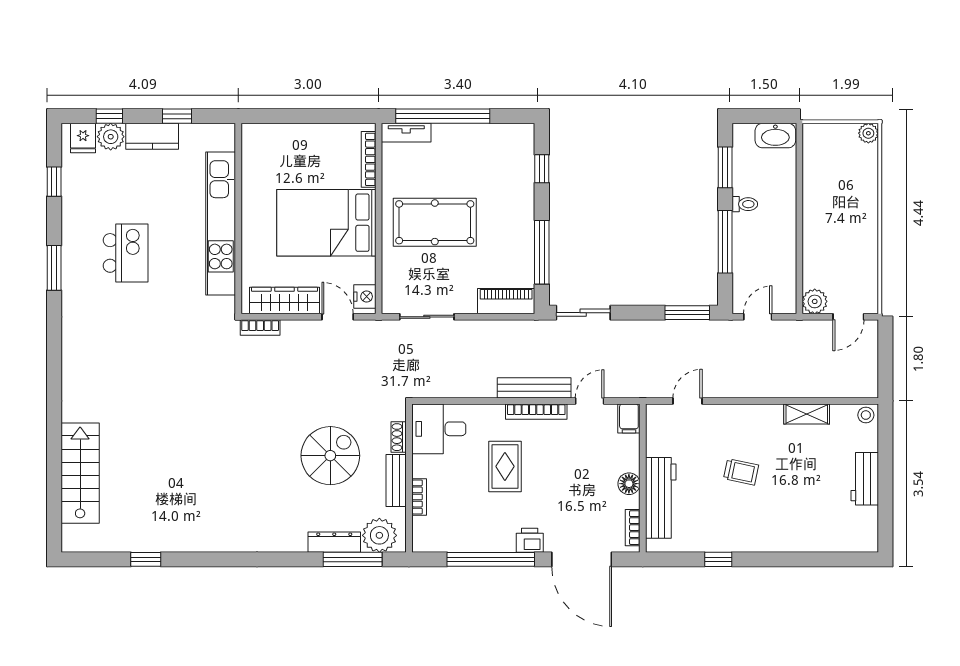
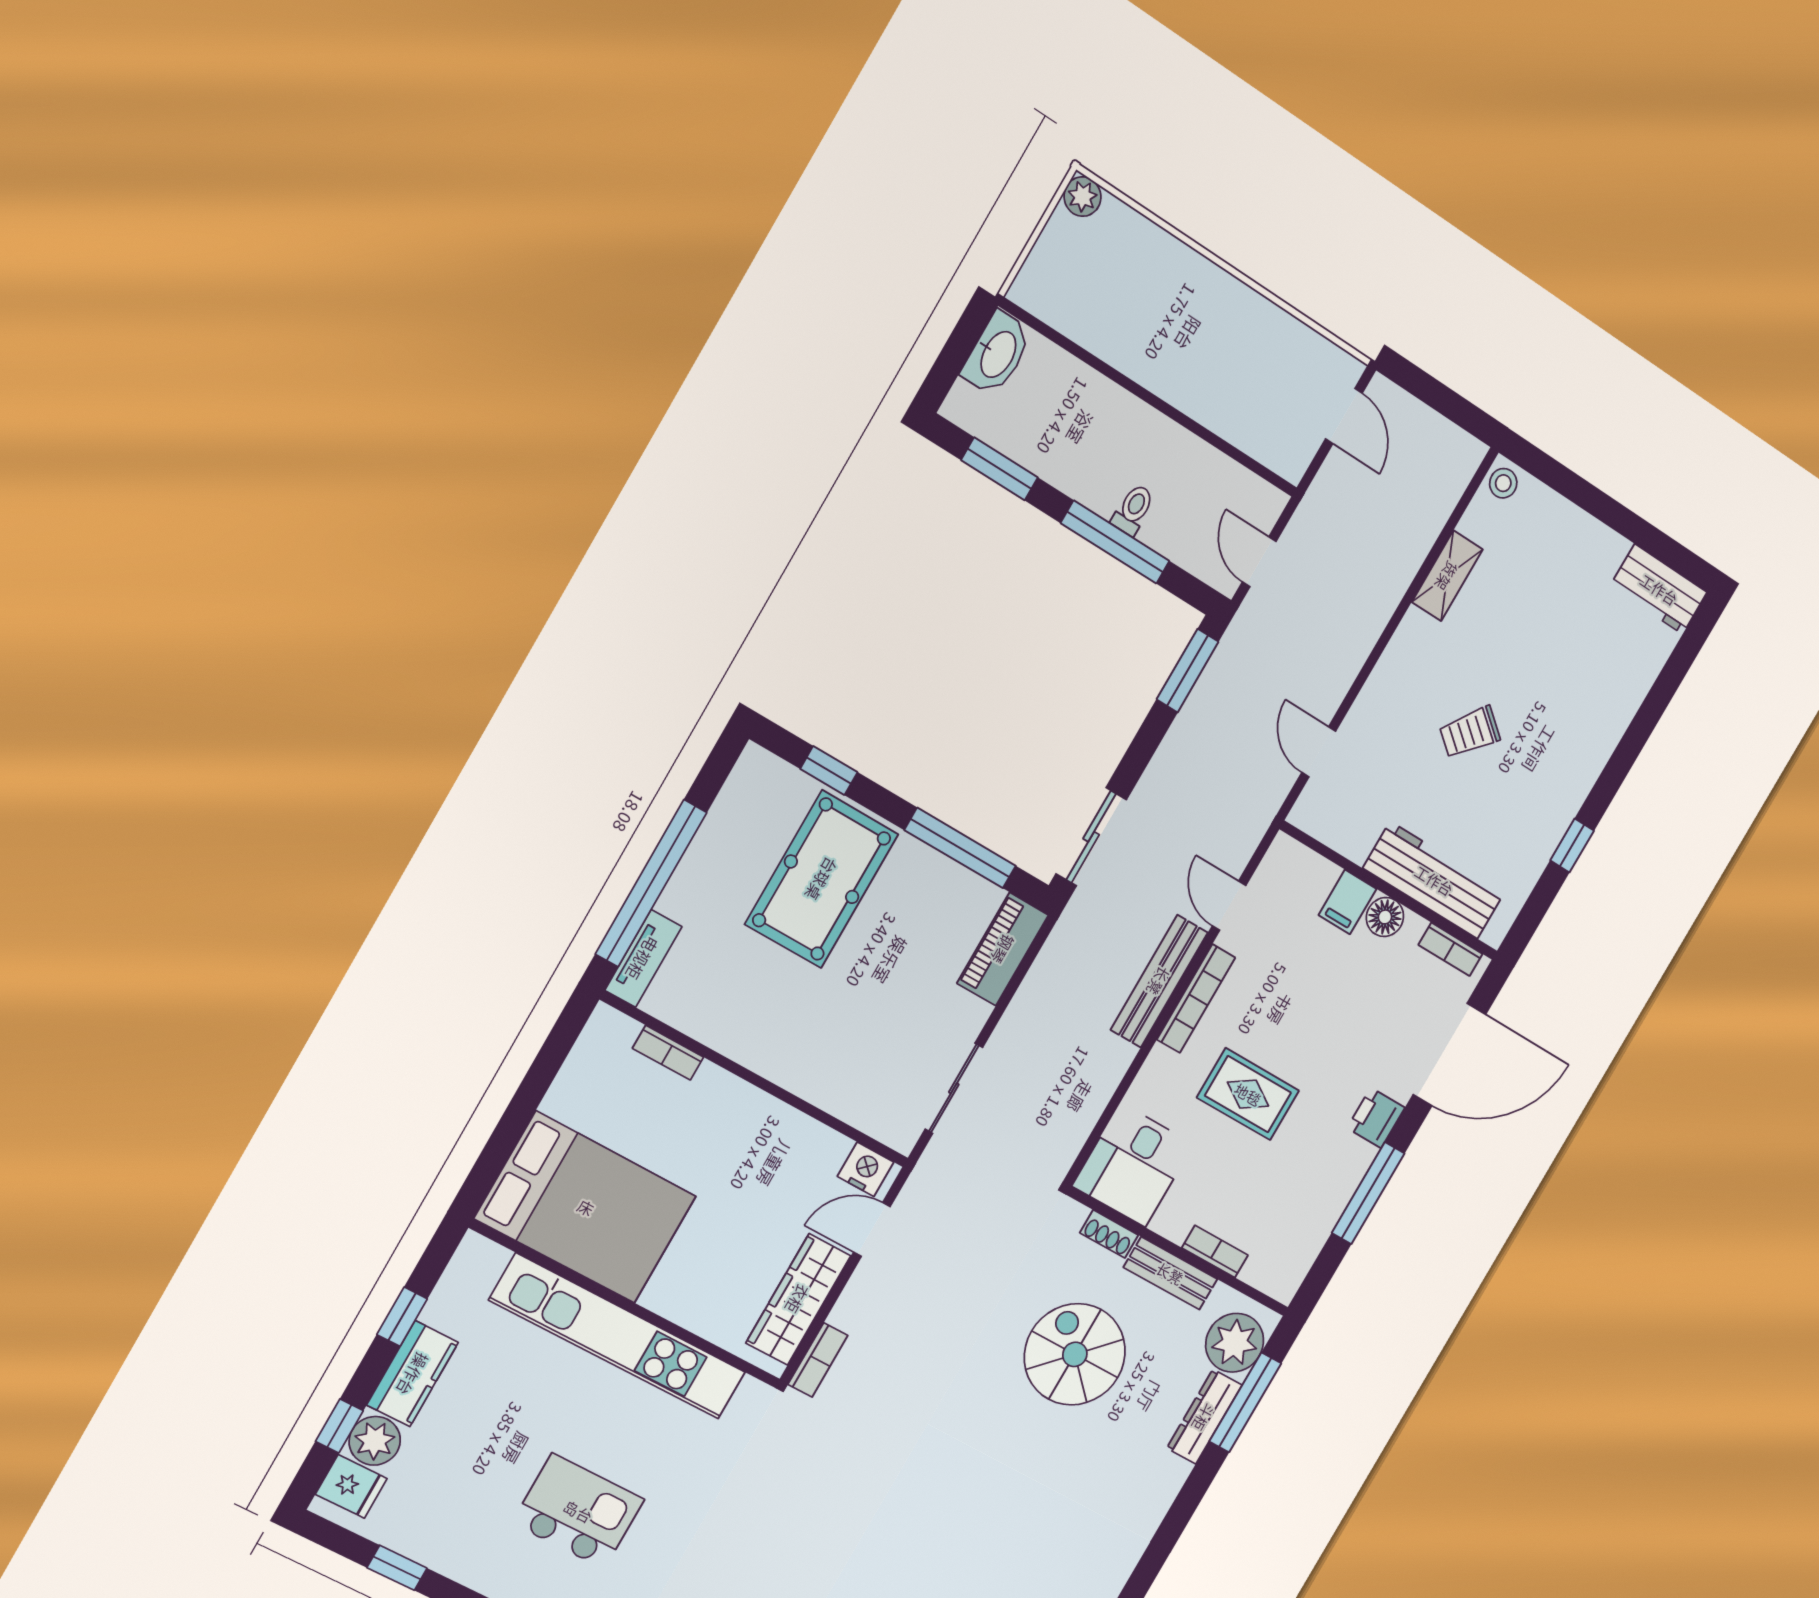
bookcase: (369, 159) -> (668, 1053), width x0.64
toilet: (745, 204) -> (1133, 510), moved
pool table: (435, 222) -> (822, 879), moved
bed: (326, 223) -> (586, 1207), moved, turned -90
plant: (815, 301) -> (1290, 455), removed
filing cabinet: (629, 418) -> (1347, 902), moved, turned 90
trolley: (741, 472) -> (1470, 732), turned -153
workbench: (865, 479) -> (1659, 589), moved
window: (491, 559) -> (1368, 1193), width x0.68

